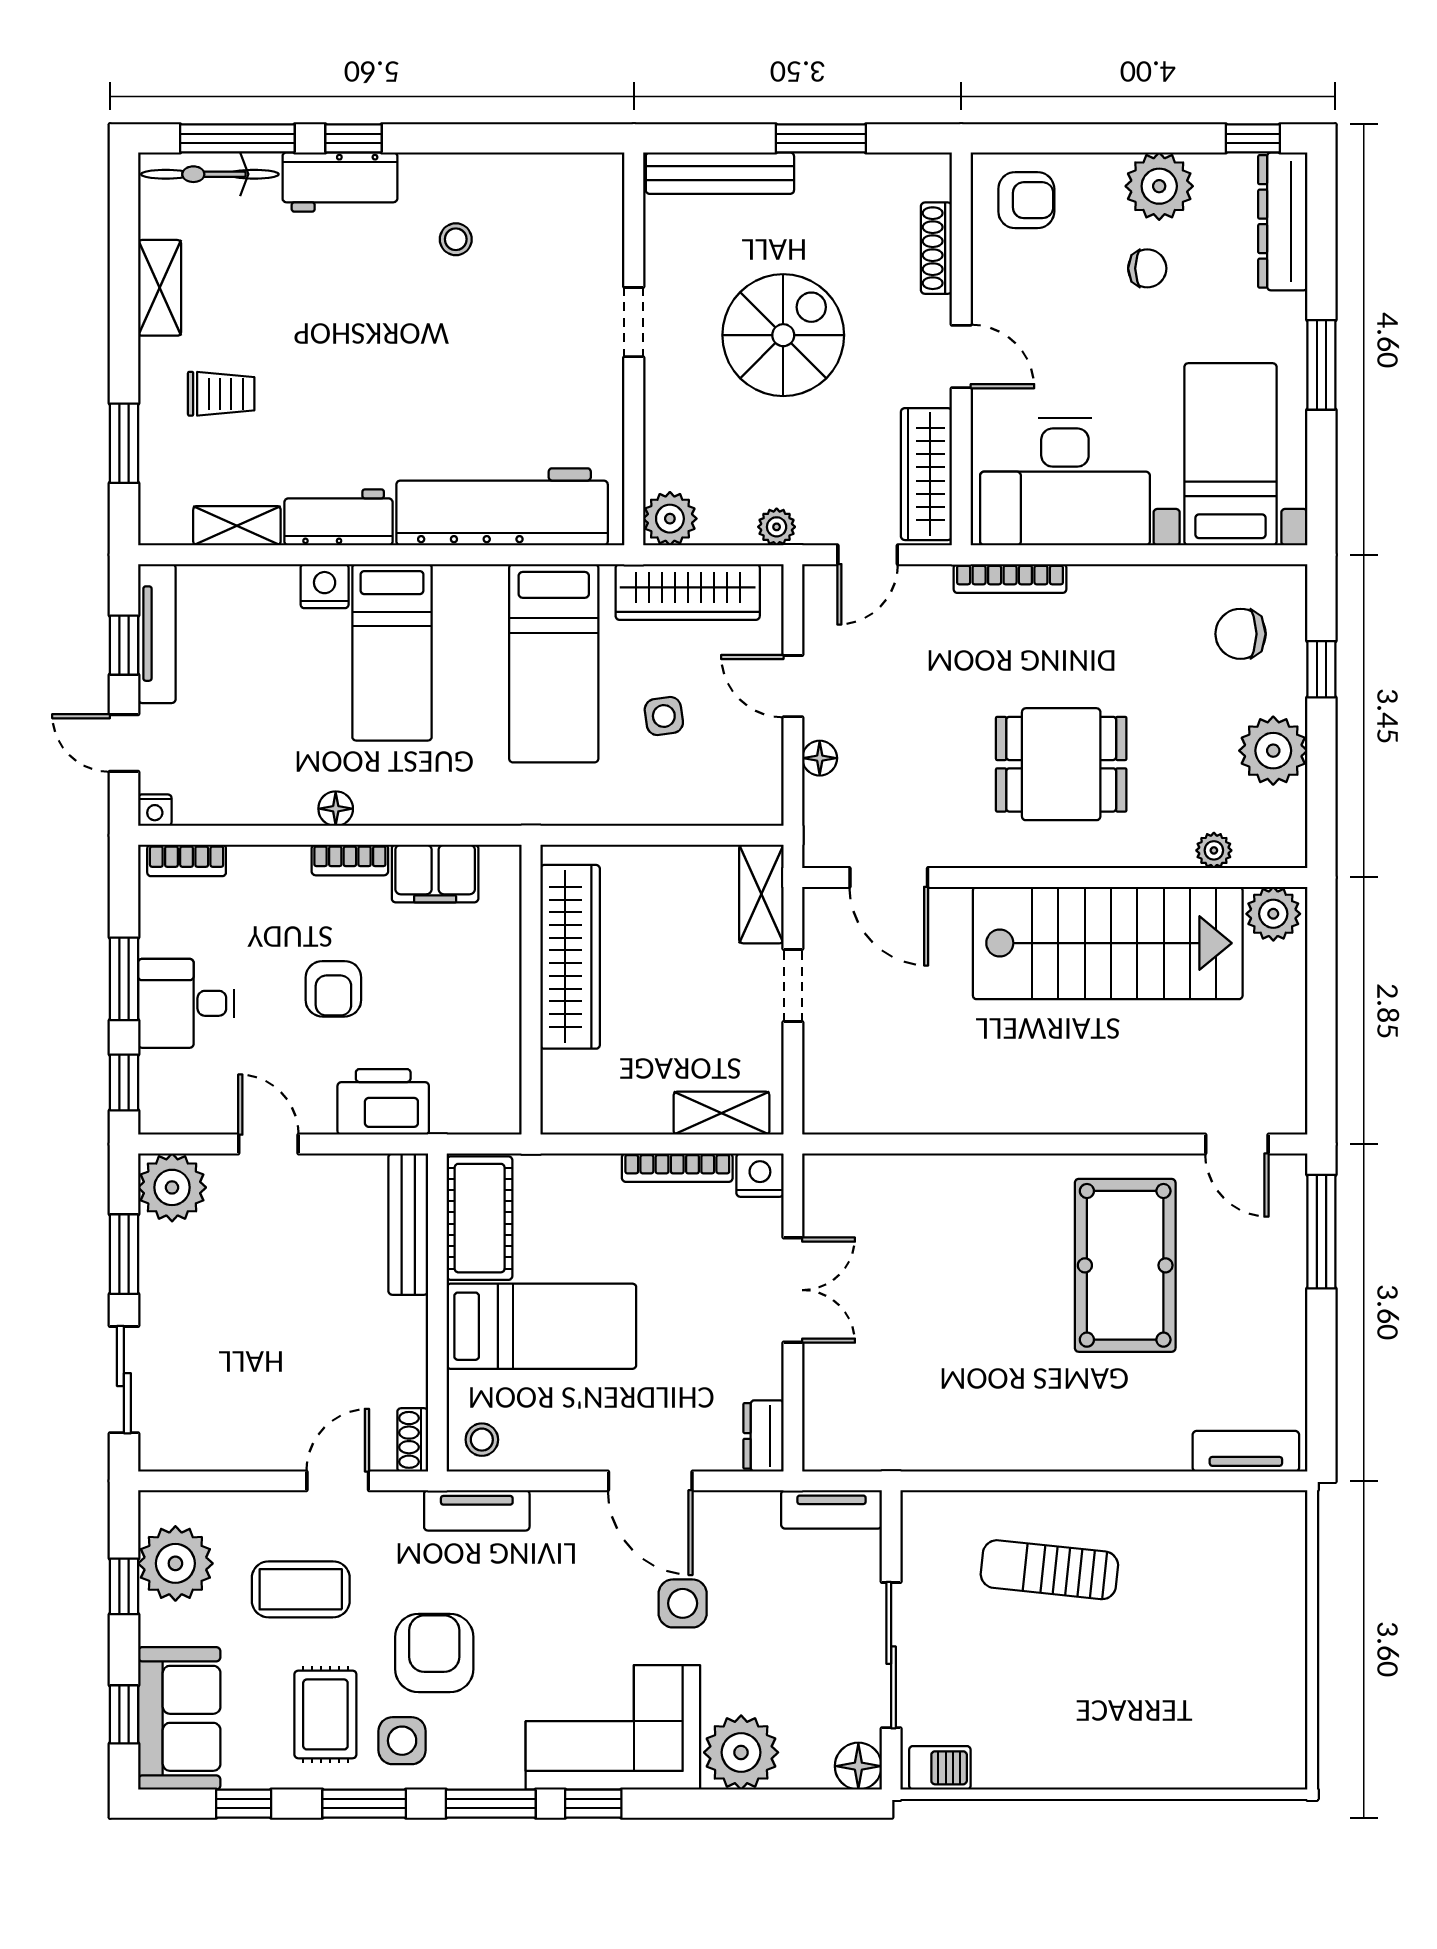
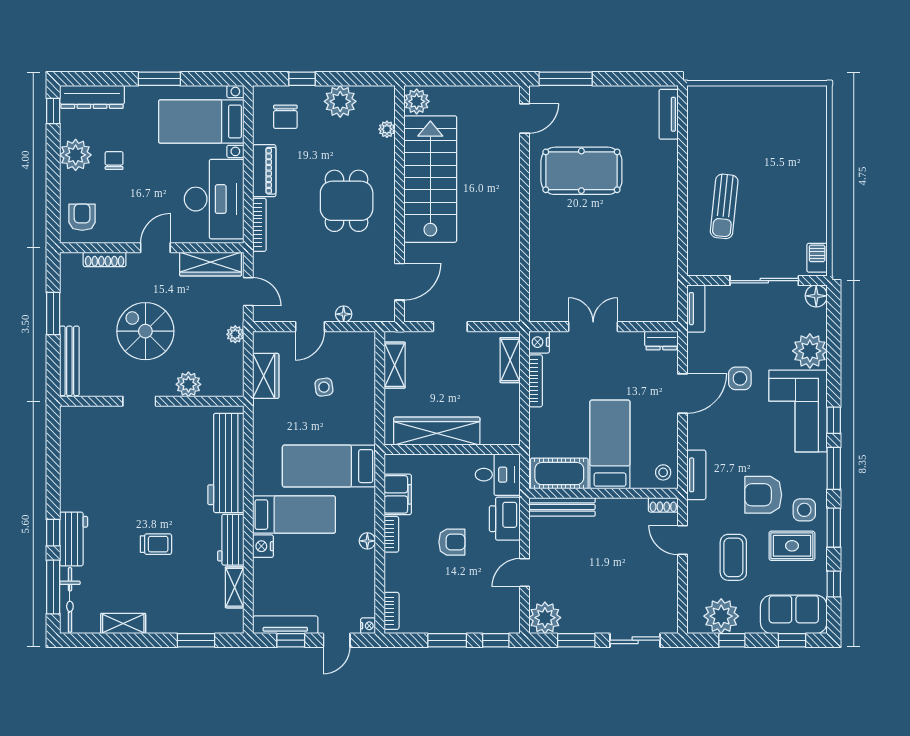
stool: (456, 239) -> (100, 485), removed
trolley: (221, 394) -> (156, 544), moved, turned 90
plant: (670, 519) -> (188, 384), moved
piano: (1126, 589) -> (264, 171), added
wardrobe: (688, 592) -> (266, 376), width x0.67
bed: (554, 663) -> (329, 466), moved, turned 180
shelving: (761, 894) -> (395, 365), moved, turned 90
desk: (186, 1003) -> (498, 475), moved, turned -90

